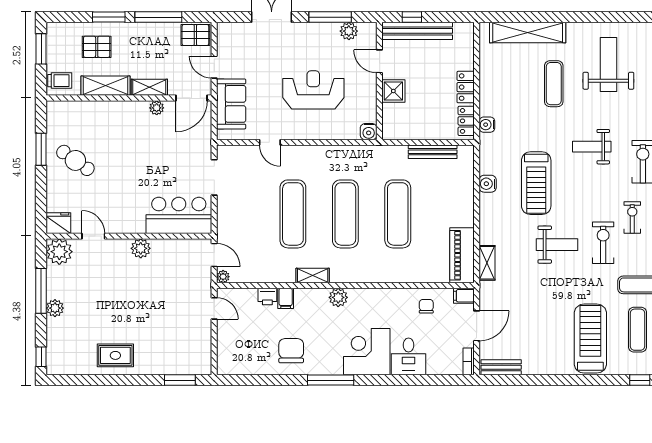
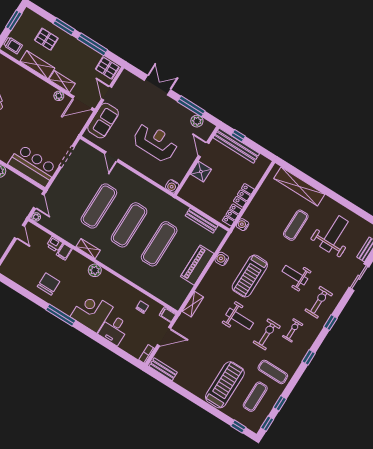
piano: (462, 255) -> (197, 265), moved

